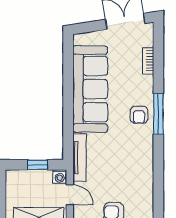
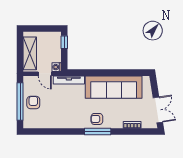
window: (37, 165) -> (64, 42), moved
door: (70, 195) -> (45, 74), hinge flipped

